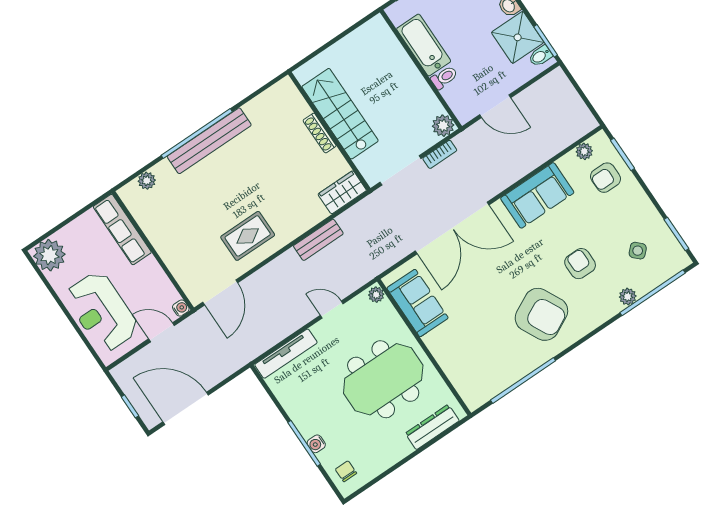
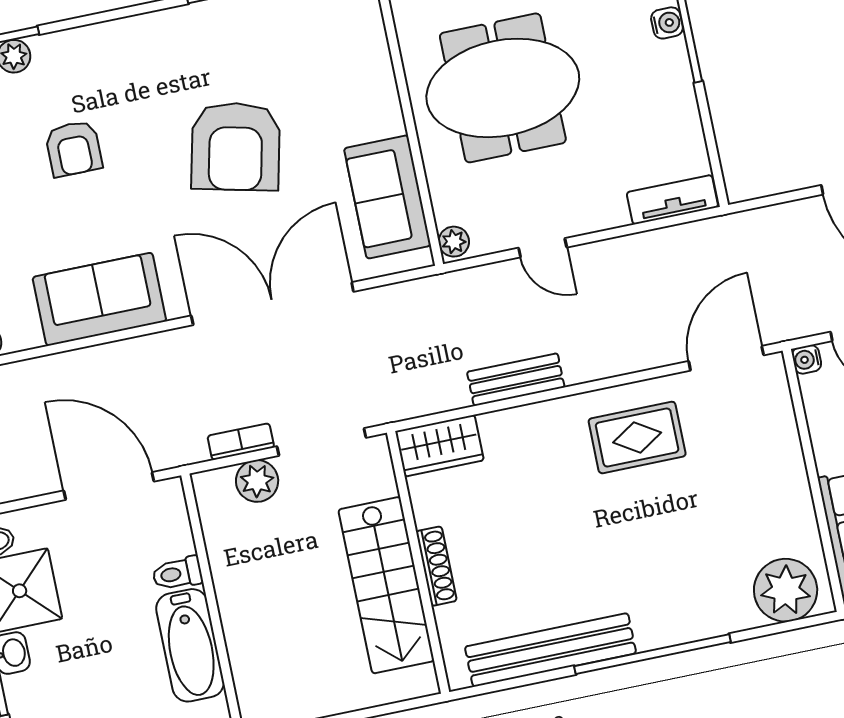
door: (495, 106) -> (109, 486), width x1.36
plant: (443, 126) -> (257, 481), moved
bench: (209, 141) -> (550, 650), moved
plant: (147, 181) -> (786, 590), width x1.87, depth x1.87
armchair: (541, 314) -> (236, 147), moved, turned -140
tv unit: (286, 354) -> (672, 200), width x0.71

